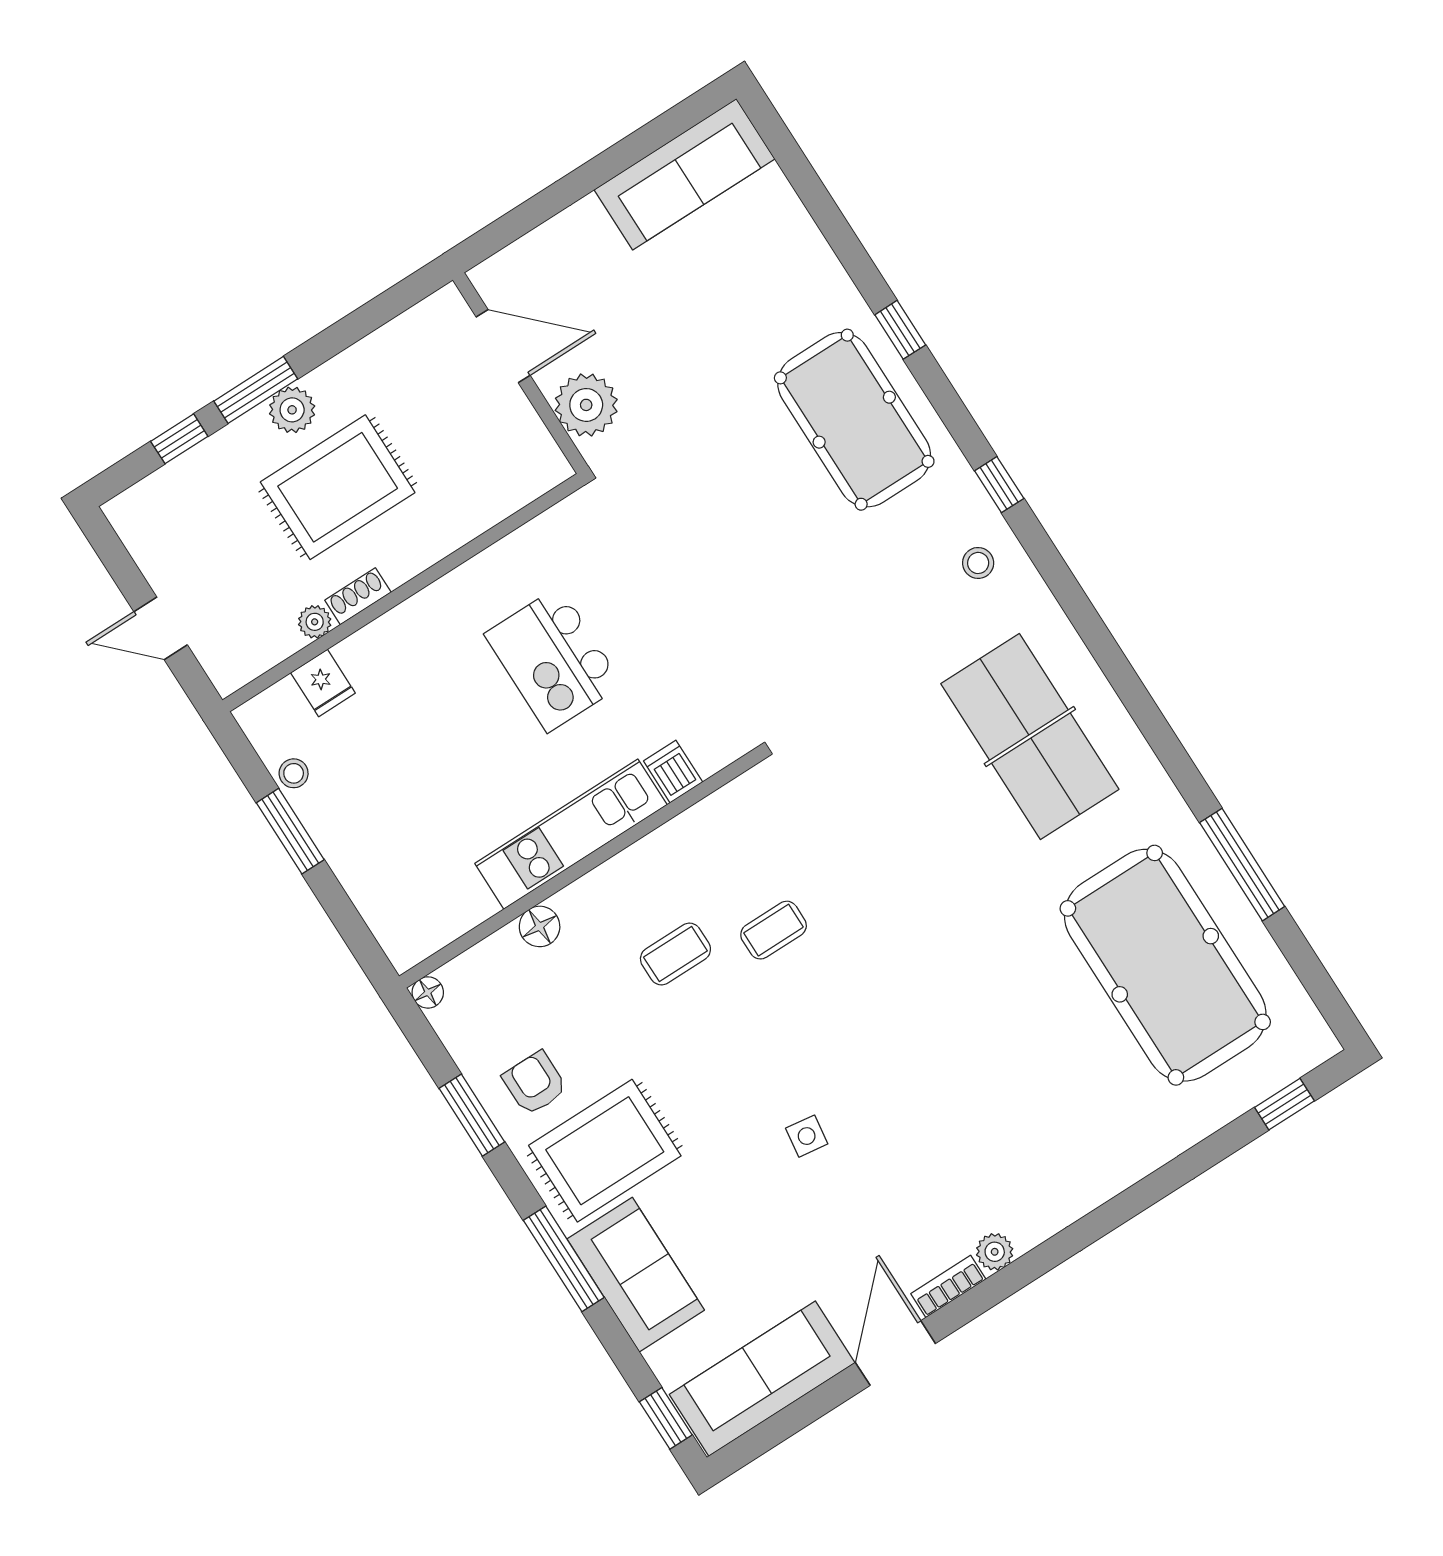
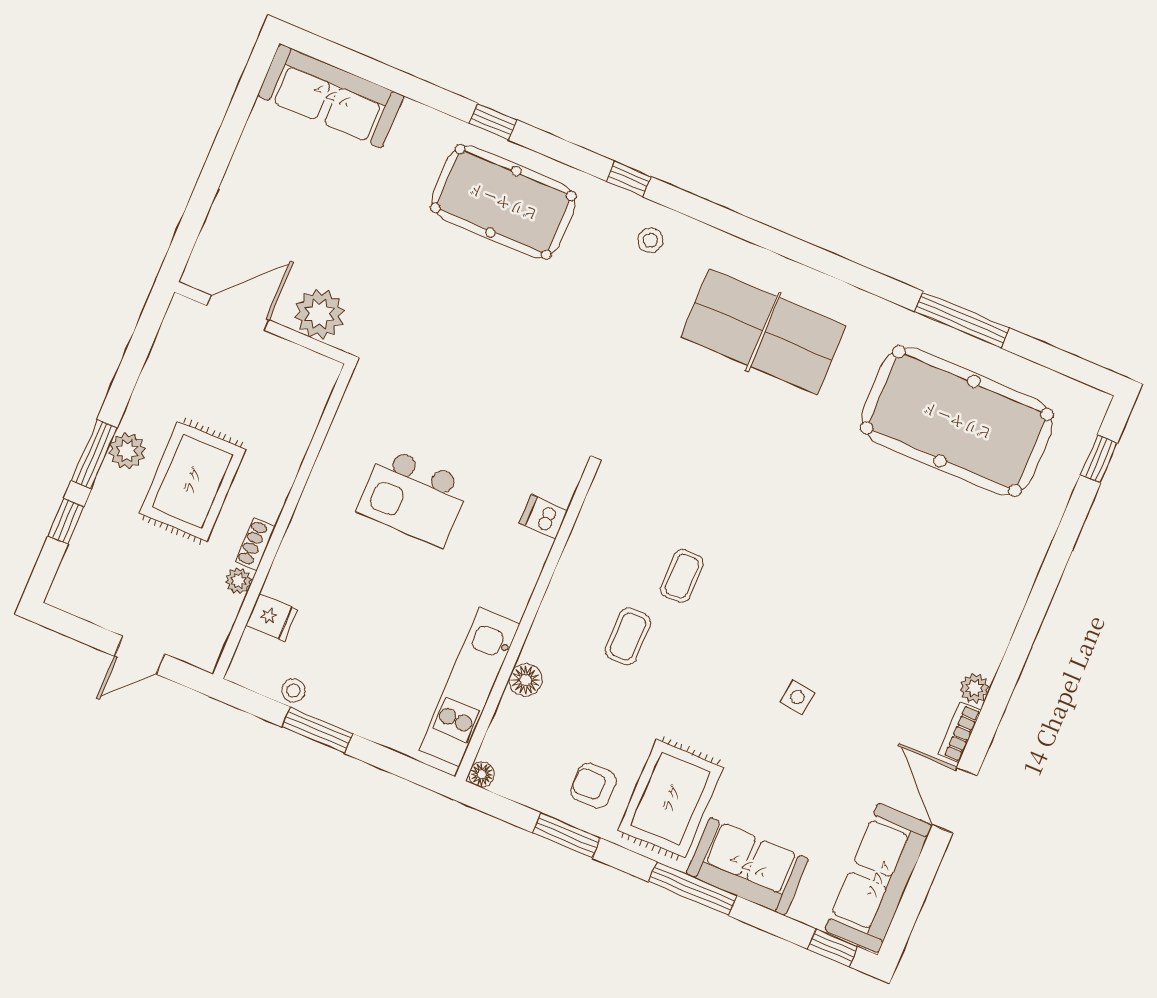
sofa: (684, 174) -> (331, 96), moved, turned 90
kitchen unit: (571, 834) -> (470, 687), moved

